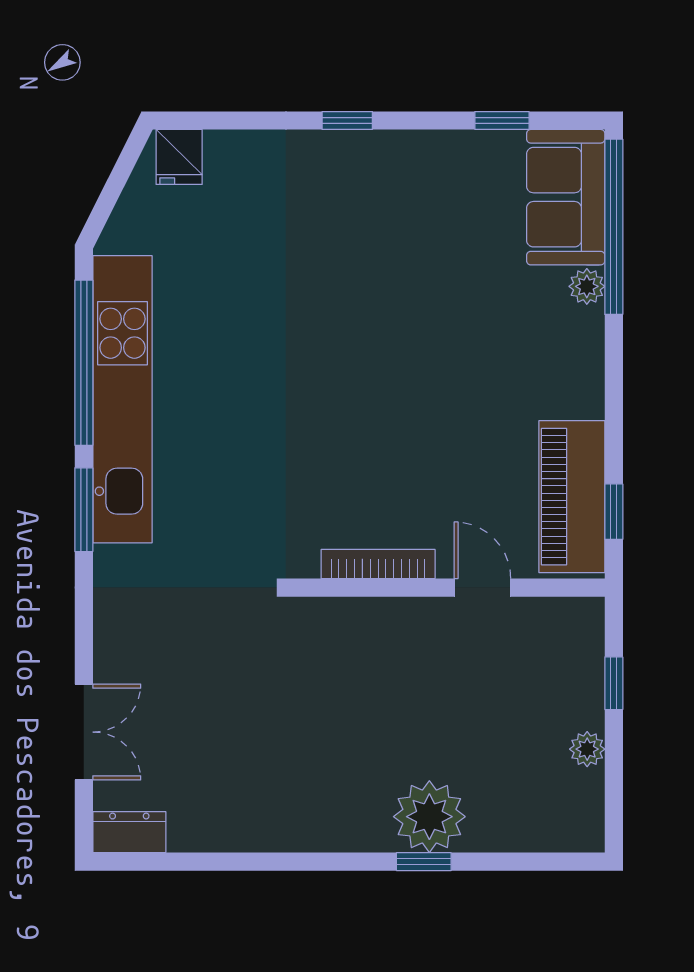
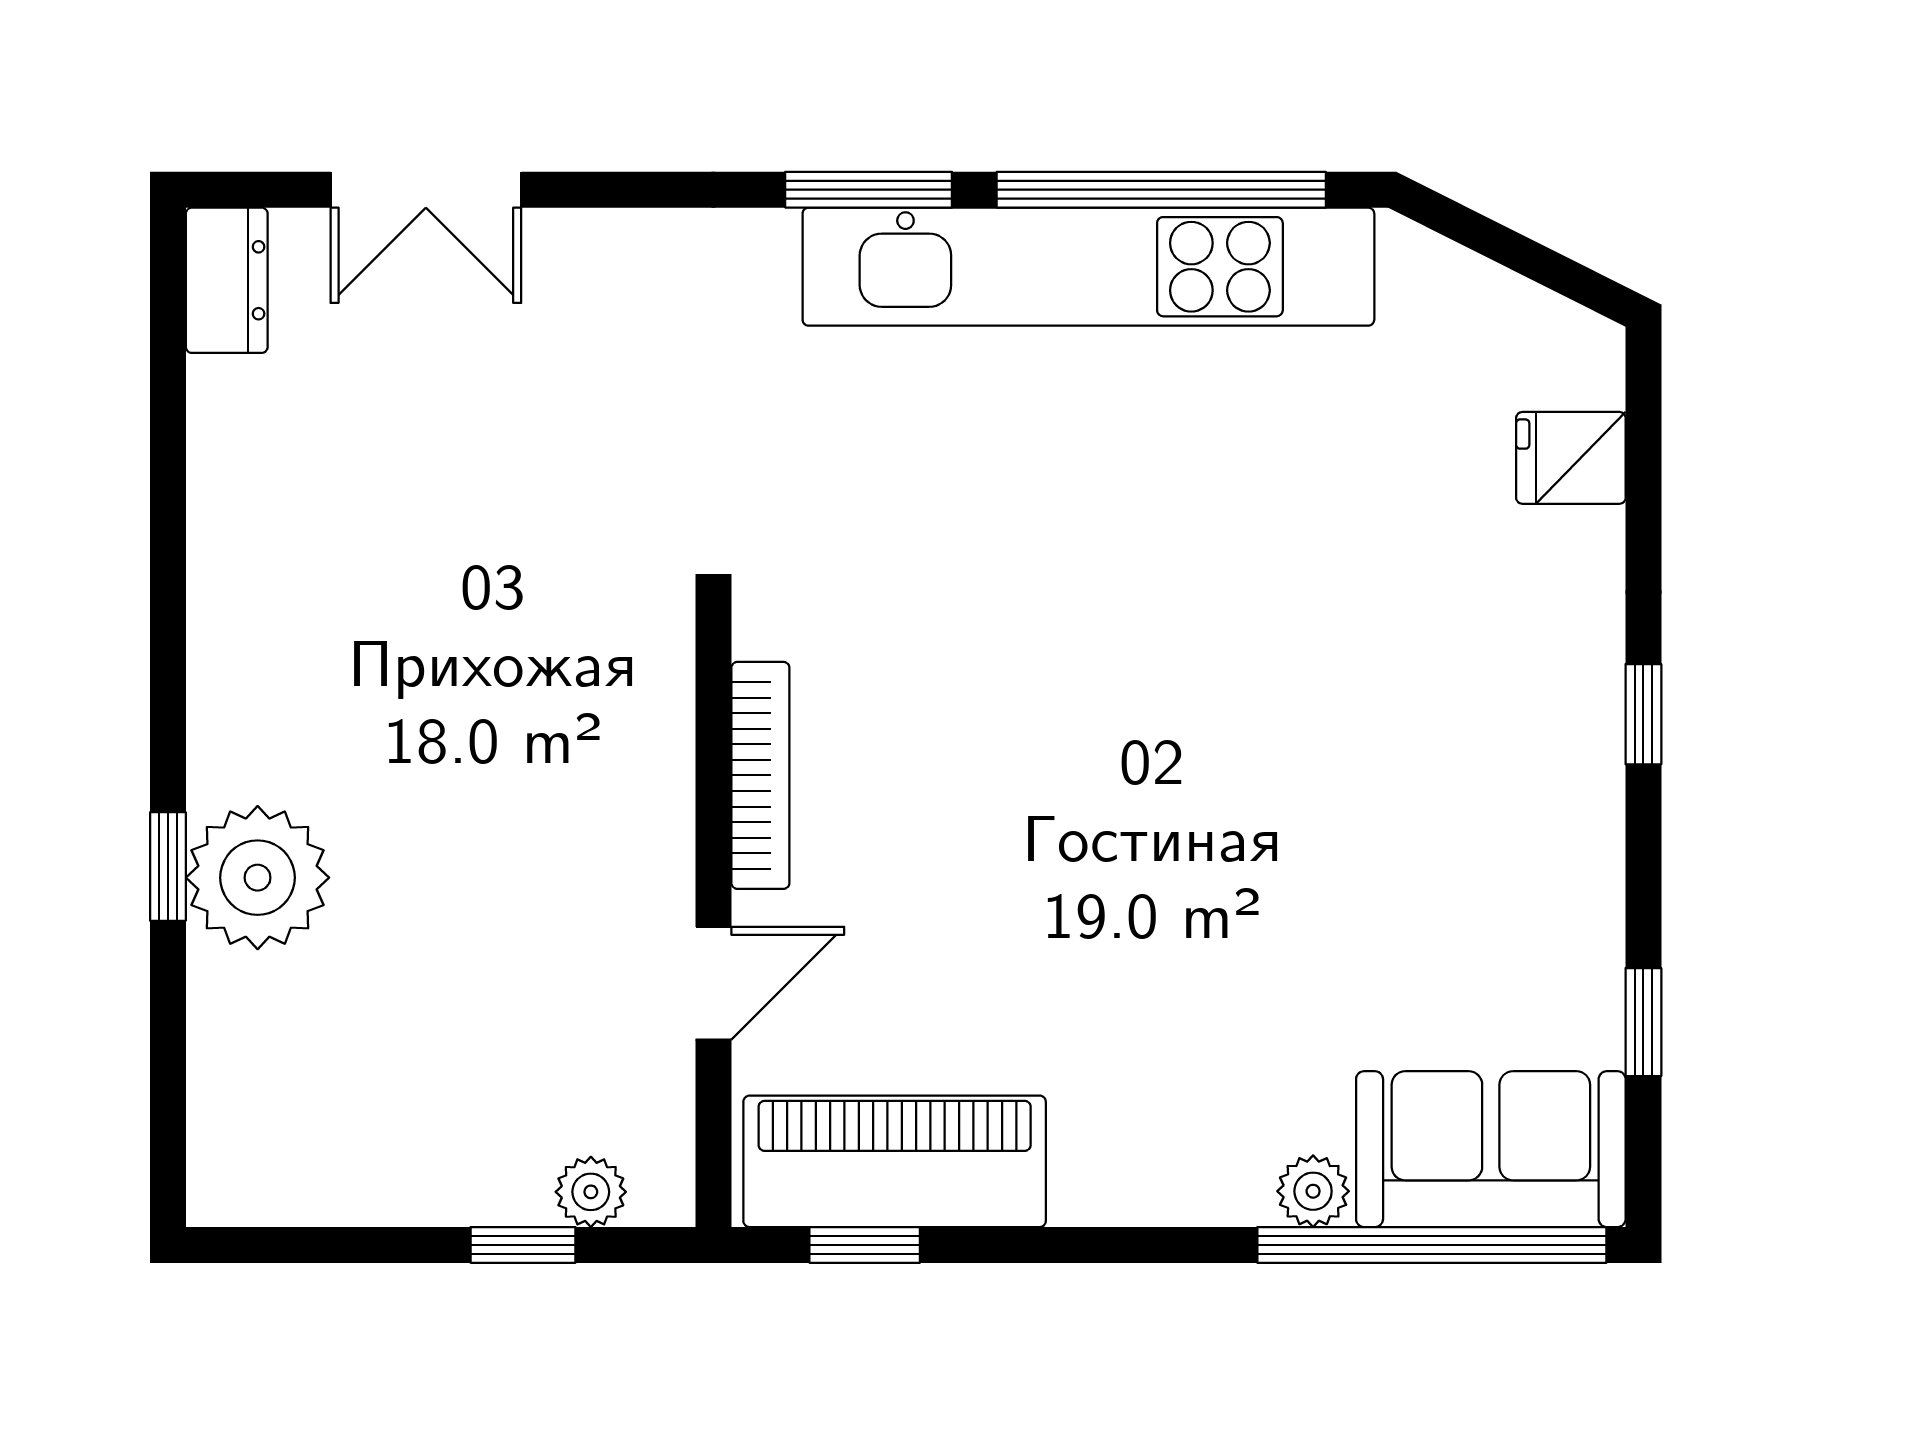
fridge: (179, 157) -> (1571, 458), moved
plant: (587, 749) -> (591, 1192), moved

